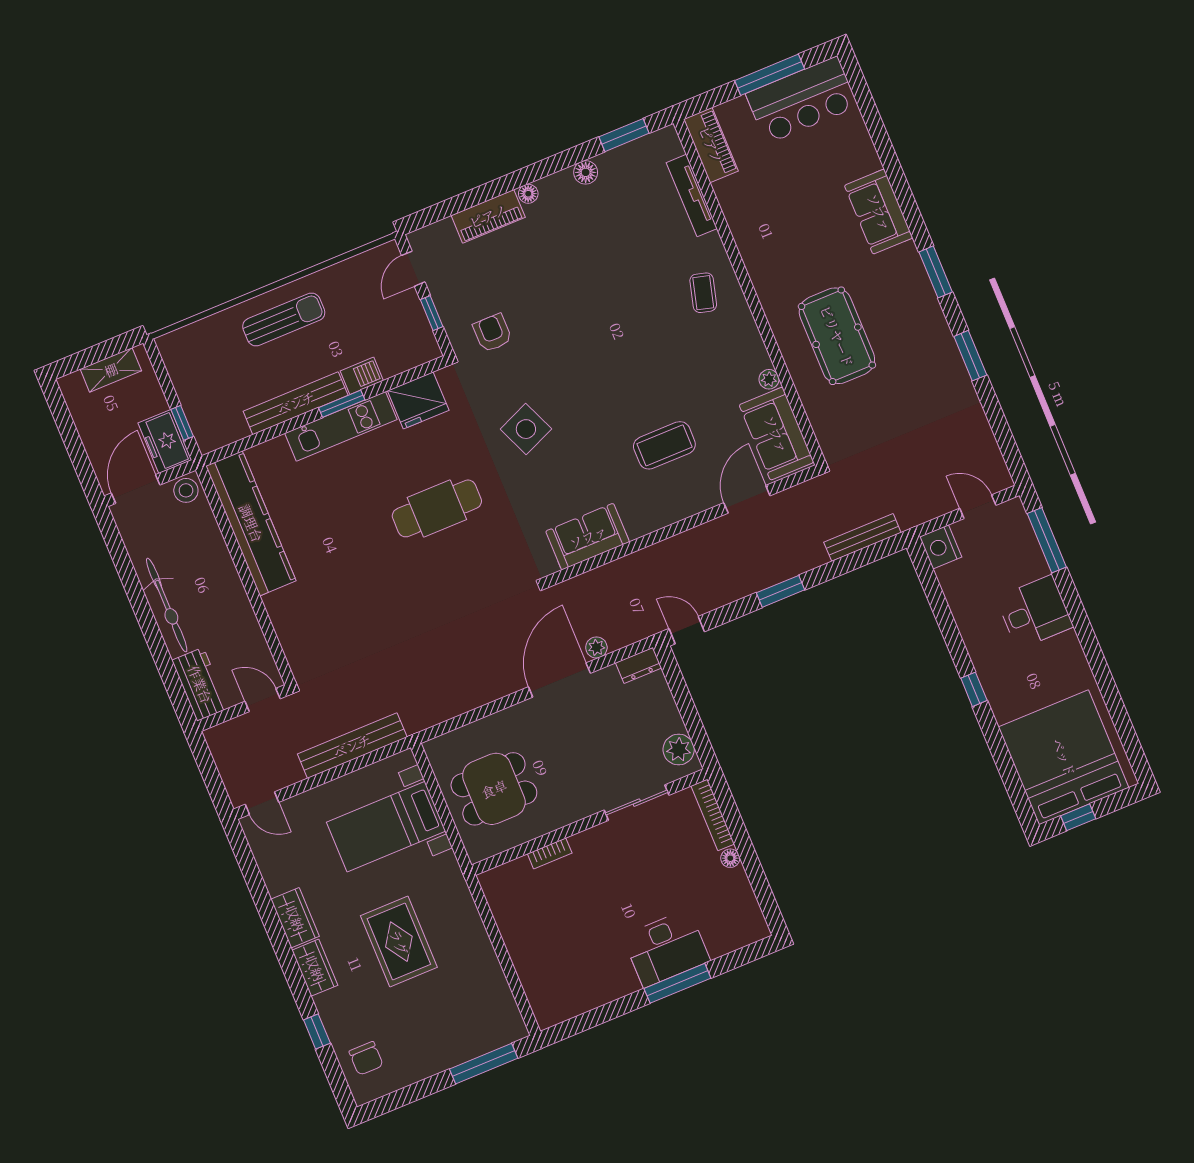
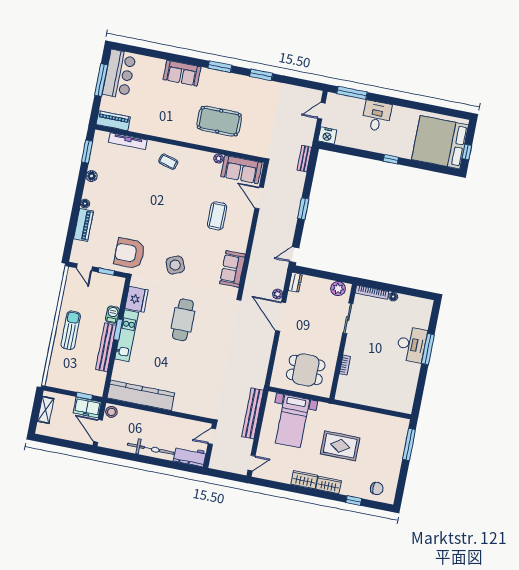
armchair: (492, 333) -> (129, 253), width x1.88, depth x1.88
bench: (862, 537) -> (304, 159), width x0.73
dining table: (494, 789) -> (306, 370), turned 90

